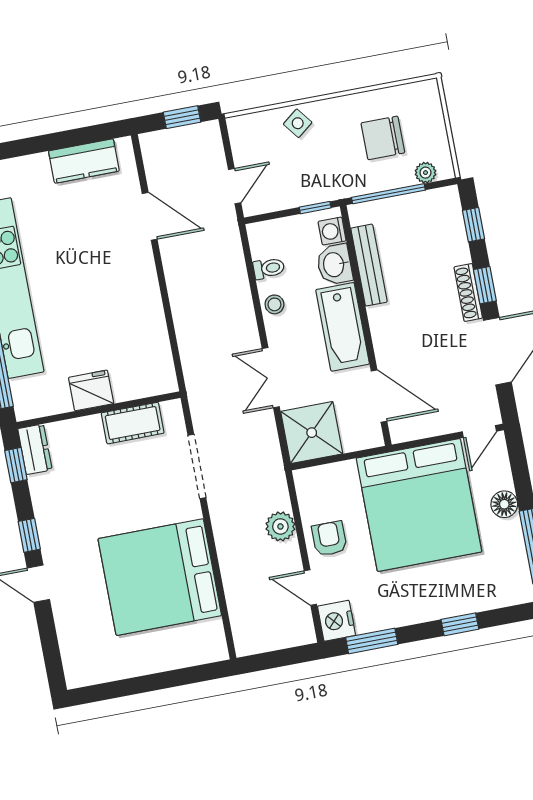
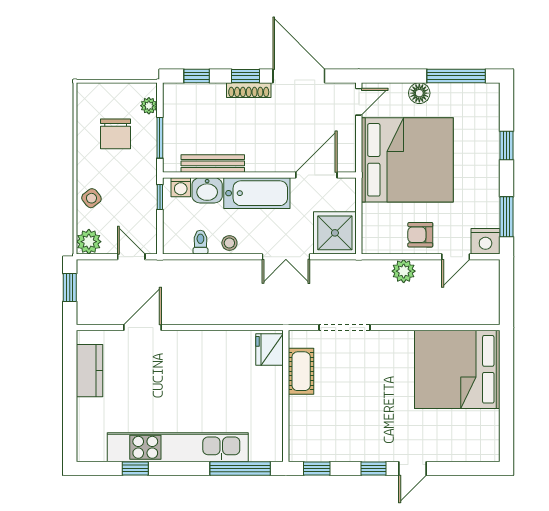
plant: (243, 130) -> (89, 242), added
window: (388, 194) -> (160, 138), width x0.69
fridge: (91, 390) -> (270, 350), moved
door: (479, 431) -> (359, 102), hinge flipped
dresser: (35, 449) -> (307, 451), removed
bed: (160, 577) -> (457, 369), moved, turned 90

